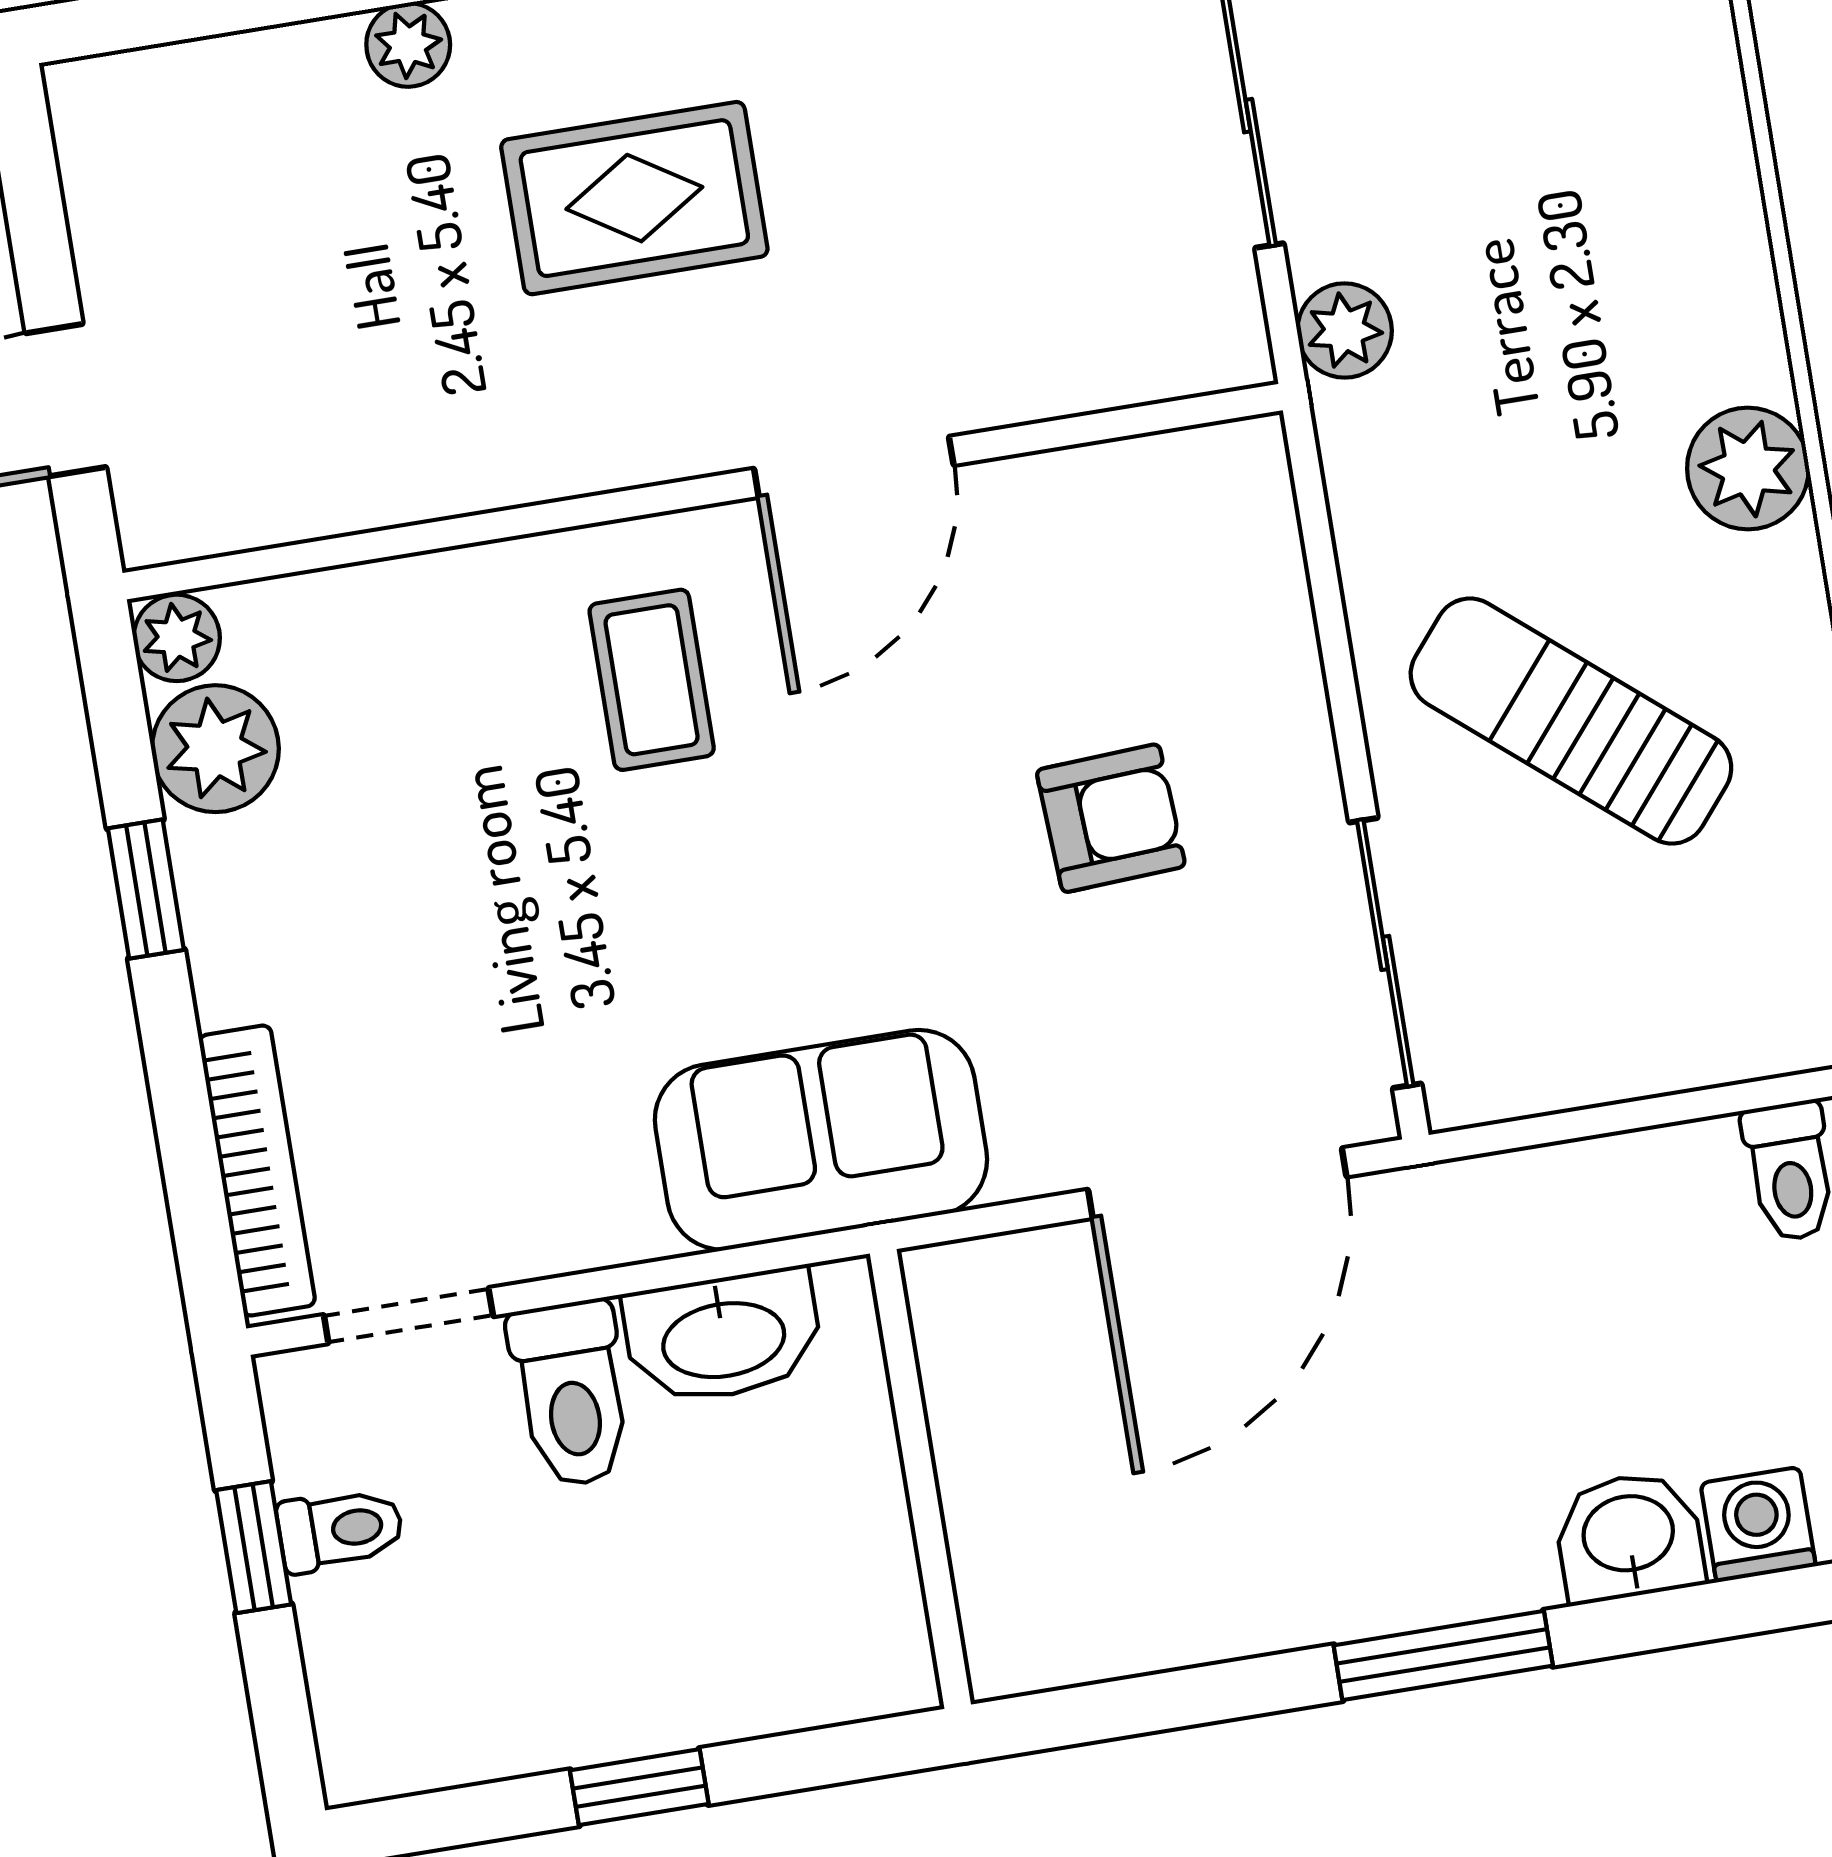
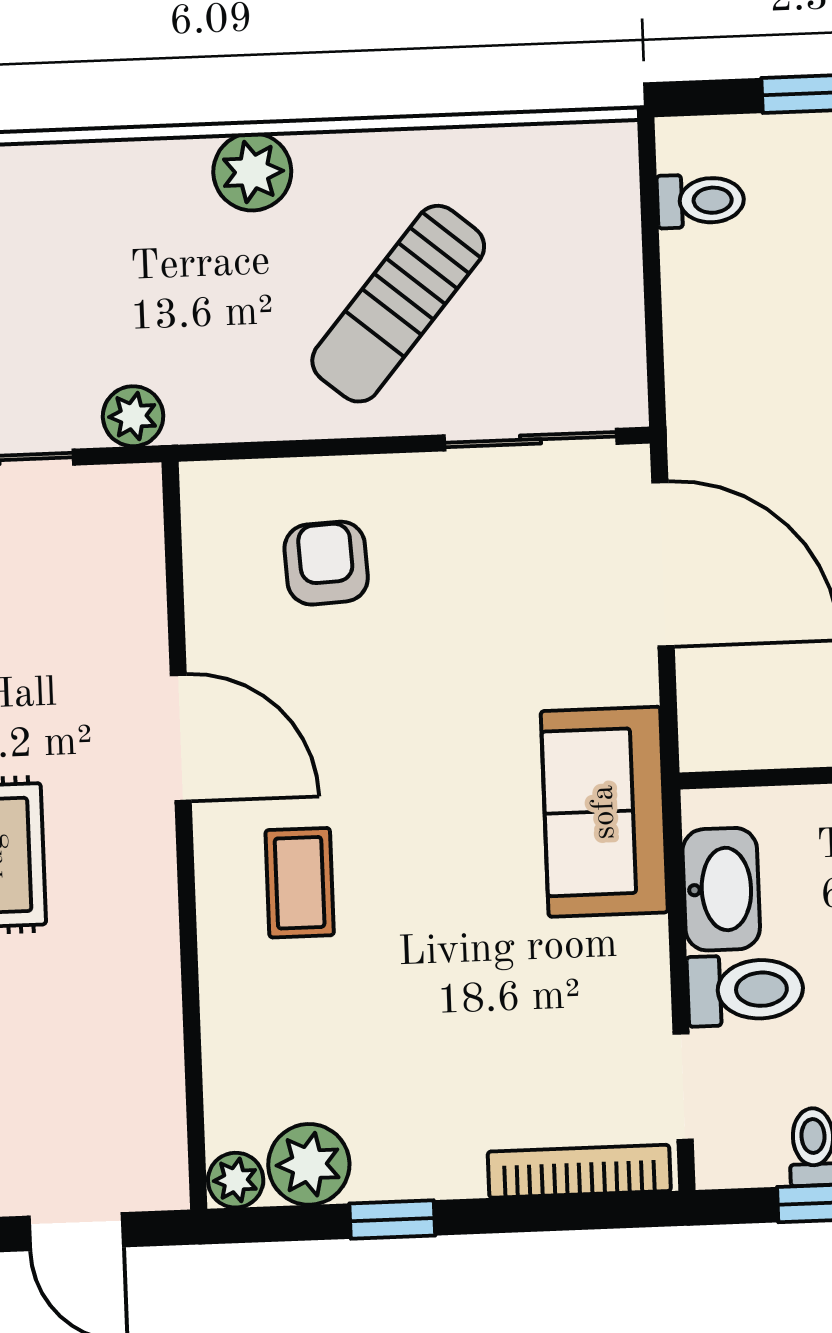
coffee table: (652, 680) -> (300, 883), turned 90
armchair: (1111, 818) -> (326, 563), moved

